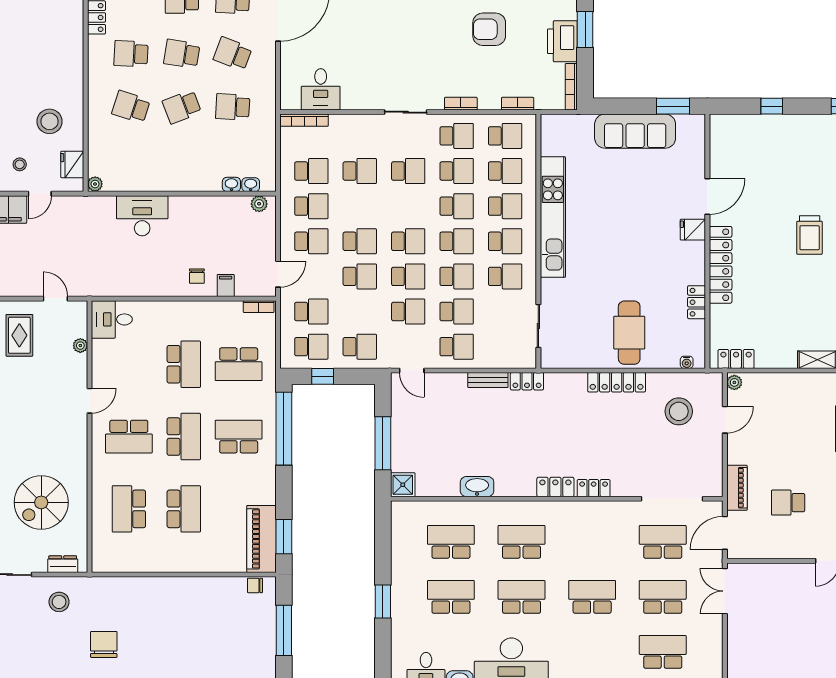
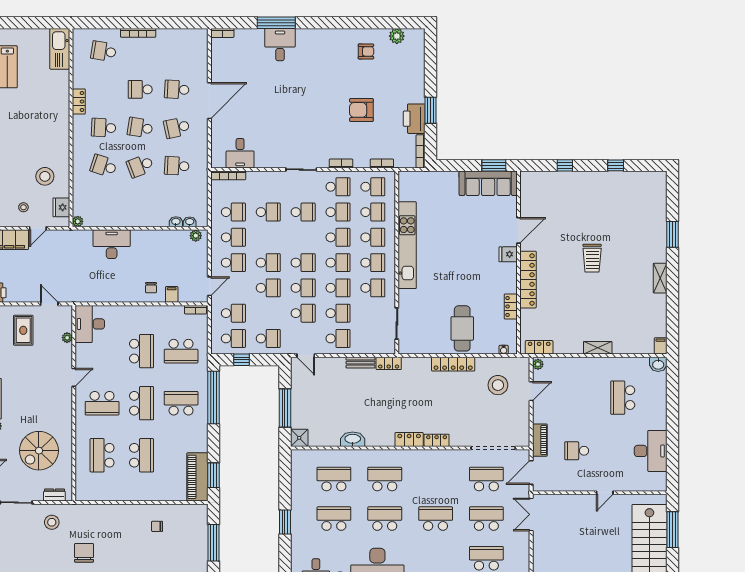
school desk: (233, 54) -> (177, 128), turned -33
sofa: (635, 131) -> (488, 183), moved
desk: (112, 319) -> (90, 324), width x1.37
chair: (255, 585) -> (157, 526), moved

